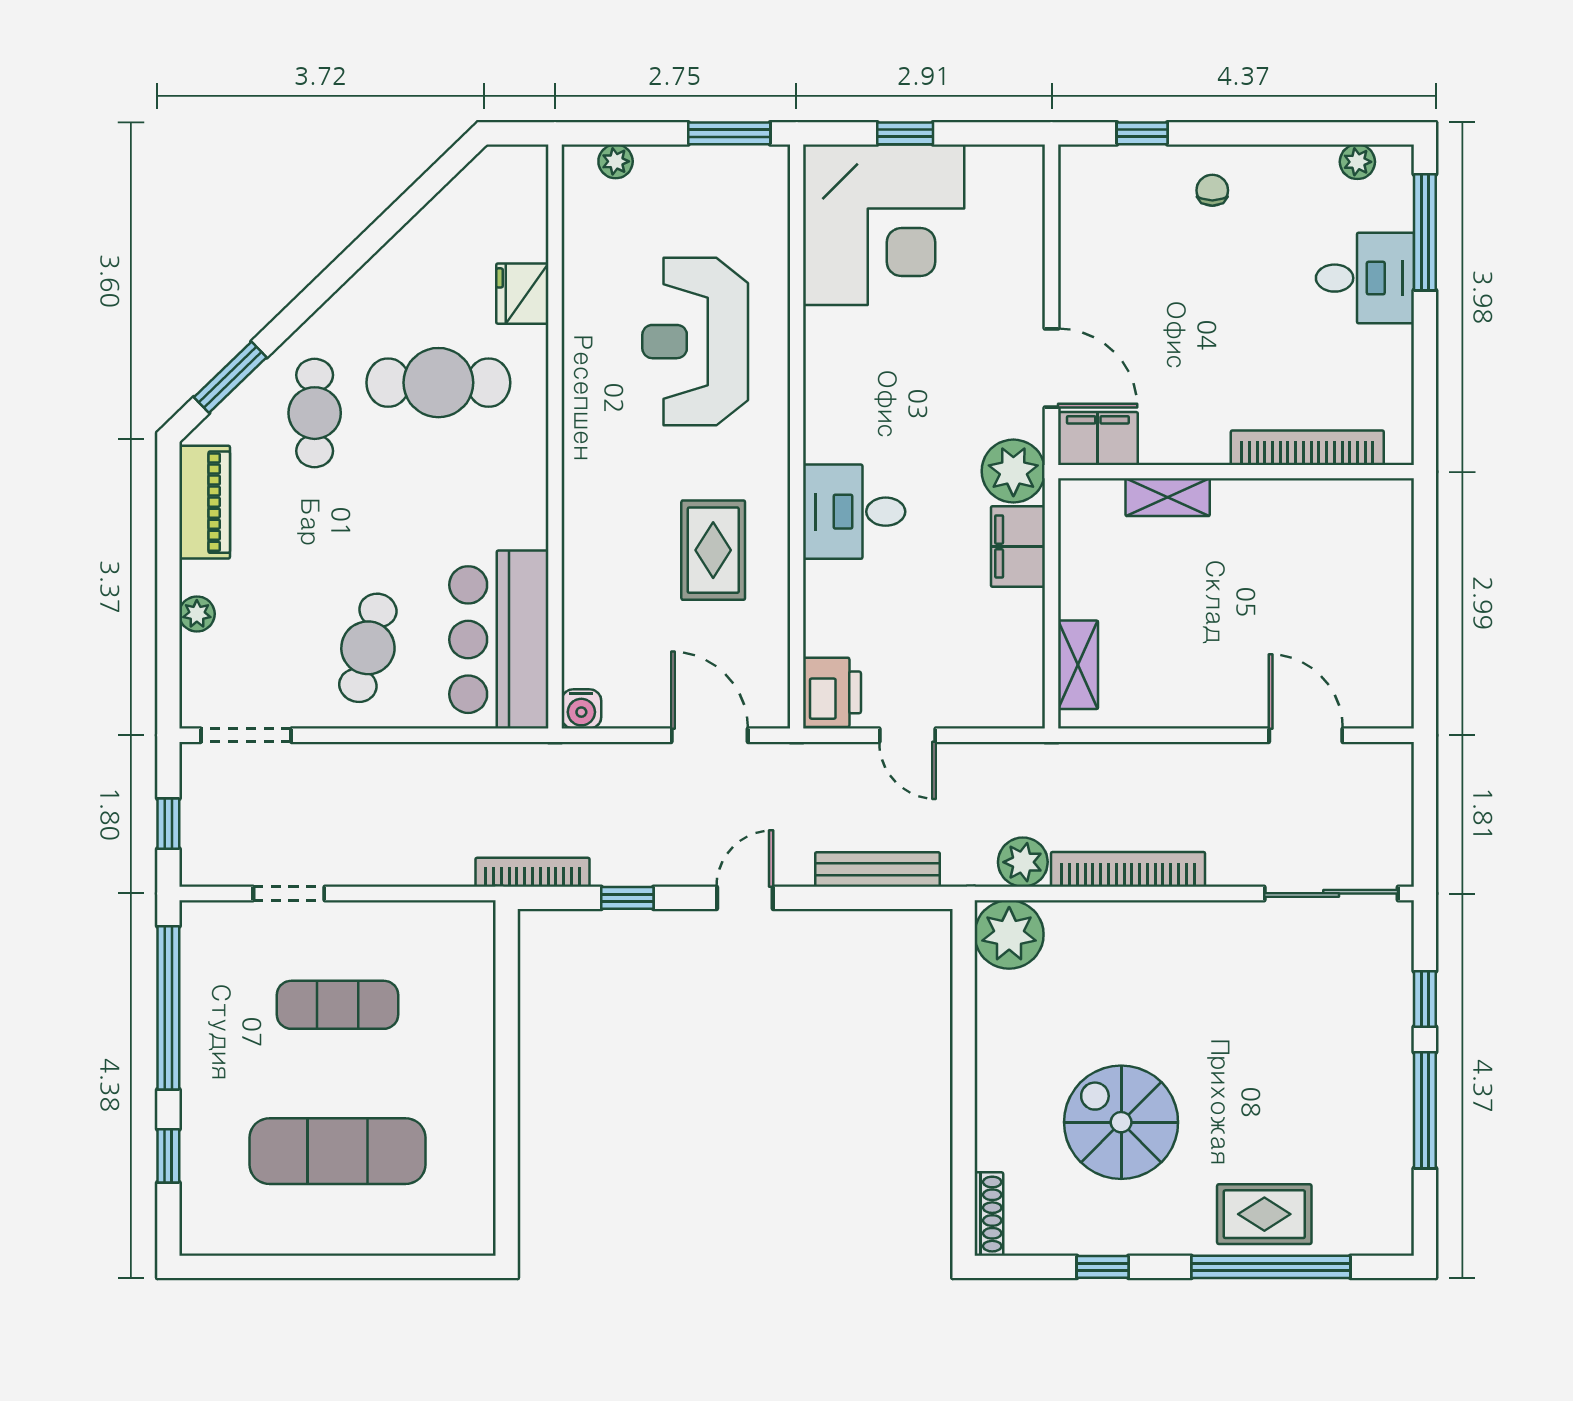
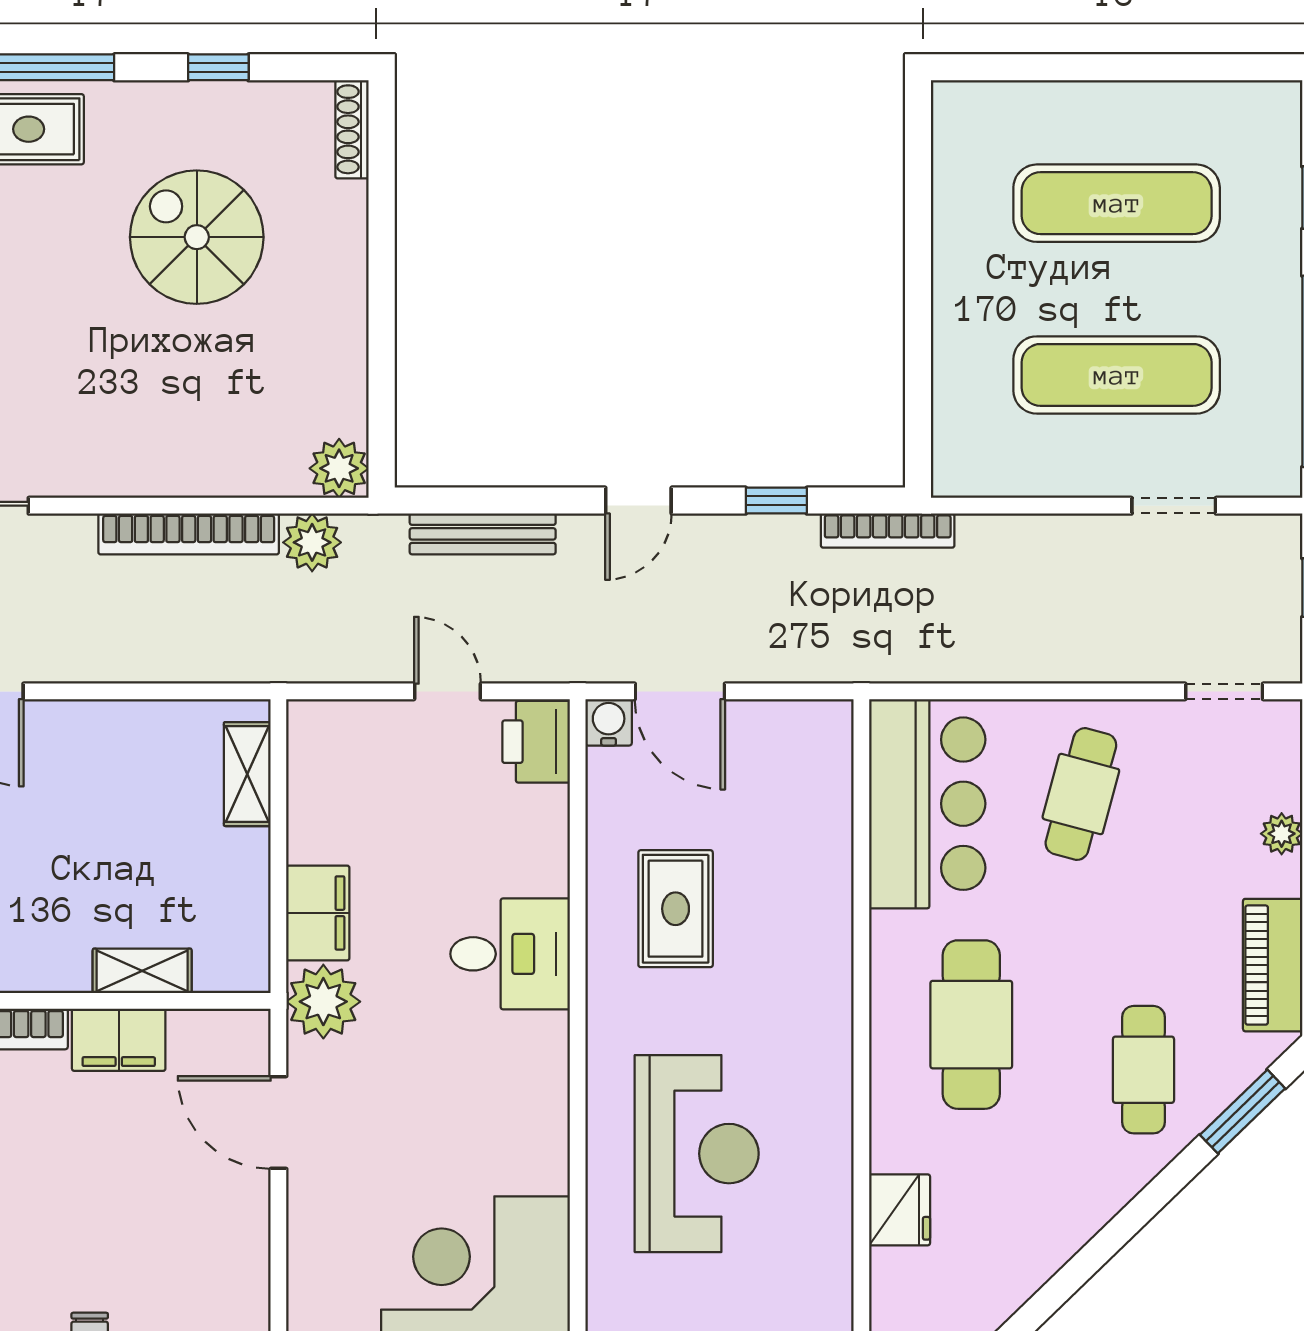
cafe table: (438, 383) -> (971, 1025), moved, turned 90
filing cabinet: (1098, 438) -> (119, 1040), moved
water cooler: (581, 709) -> (609, 722), moved
doorway: (246, 735) -> (1224, 691), width x0.73
plant: (1009, 934) -> (339, 468), width x0.73, depth x0.73
exercise mat: (337, 1005) -> (1117, 375), width x1.36, depth x1.45
spiral stairs: (1121, 1122) -> (197, 237), turned 180

